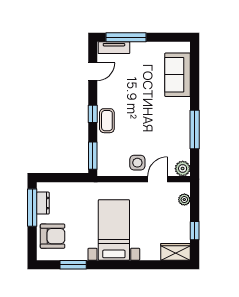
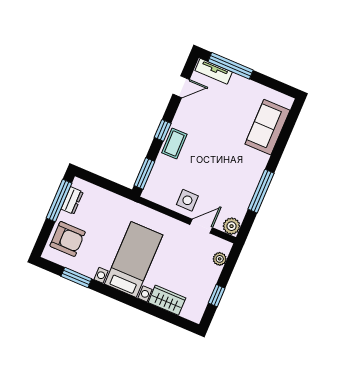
wardrobe: (176, 252) -> (167, 300), moved

